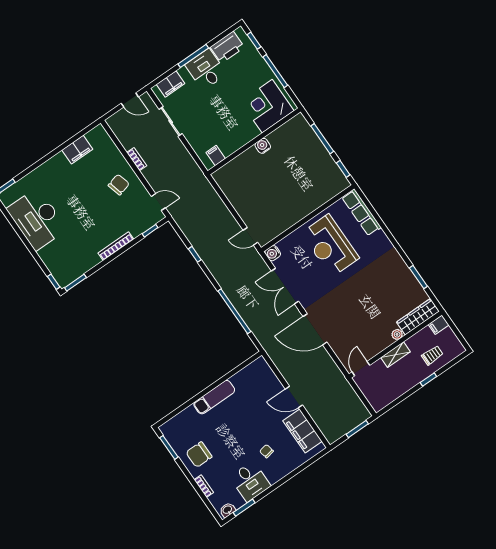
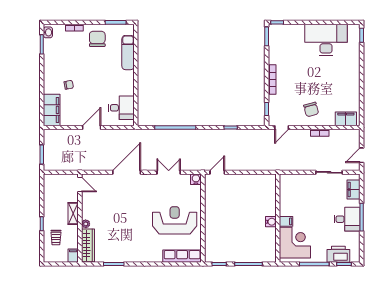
printer: (227, 47) -> (338, 254), moved, turned 90
filing cabinet: (77, 150) -> (346, 119), moved, turned 90
filing cabinet: (216, 156) -> (286, 221), moved
double door: (285, 286) -> (169, 172), width x0.73
exam couch: (214, 397) -> (128, 53), moved
filing cabinet: (302, 431) -> (52, 110), moved, turned 90
desk: (250, 481) -> (121, 108), moved, turned 180

